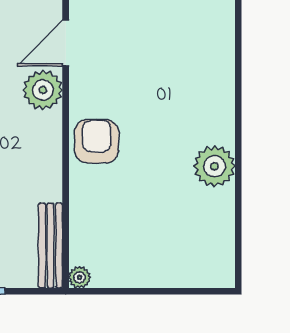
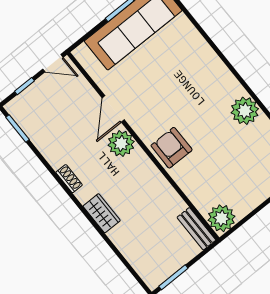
bench: (51, 245) -> (196, 229), width x0.73
plant: (80, 277) -> (221, 218), width x1.87, depth x1.87

